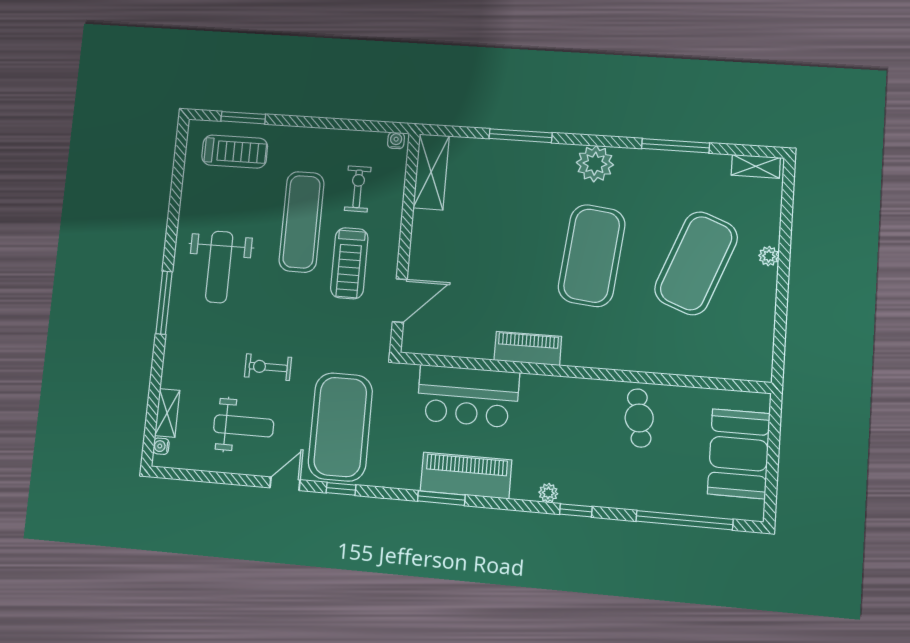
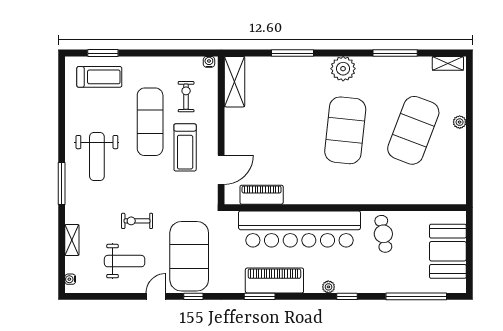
piano: (528, 348) -> (262, 195), moved
bar counter: (468, 396) -> (300, 229), width x1.86
shelving: (167, 413) -> (72, 240), moved

